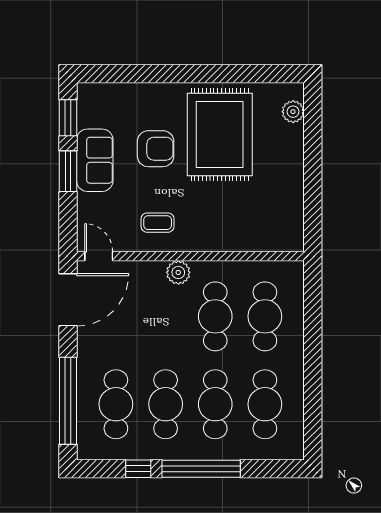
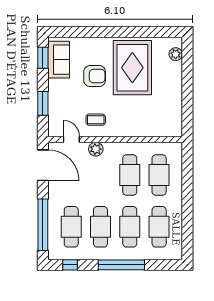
sofa: (95, 160) -> (59, 60), moved
window: (68, 171) -> (43, 103), moved
door: (99, 256) -> (71, 139), moved
plant: (178, 272) -> (96, 149), moved
door: (68, 300) -> (43, 165), hinge flipped
window: (138, 469) -> (70, 265), moved

